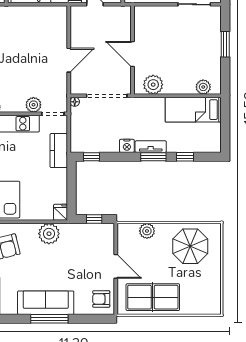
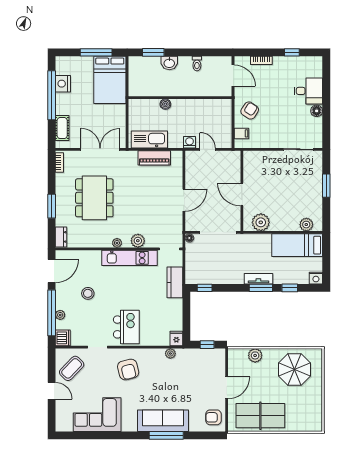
piano: (36, 14) -> (154, 158), added
plant: (33, 105) -> (138, 241), moved
nightstand: (127, 146) -> (316, 278), moved
plant: (49, 234) -> (170, 354), width x0.53, depth x0.53
door: (116, 266) -> (227, 388), hinge flipped

